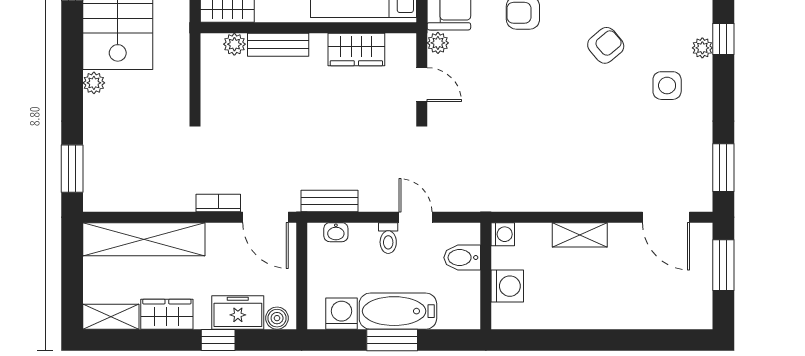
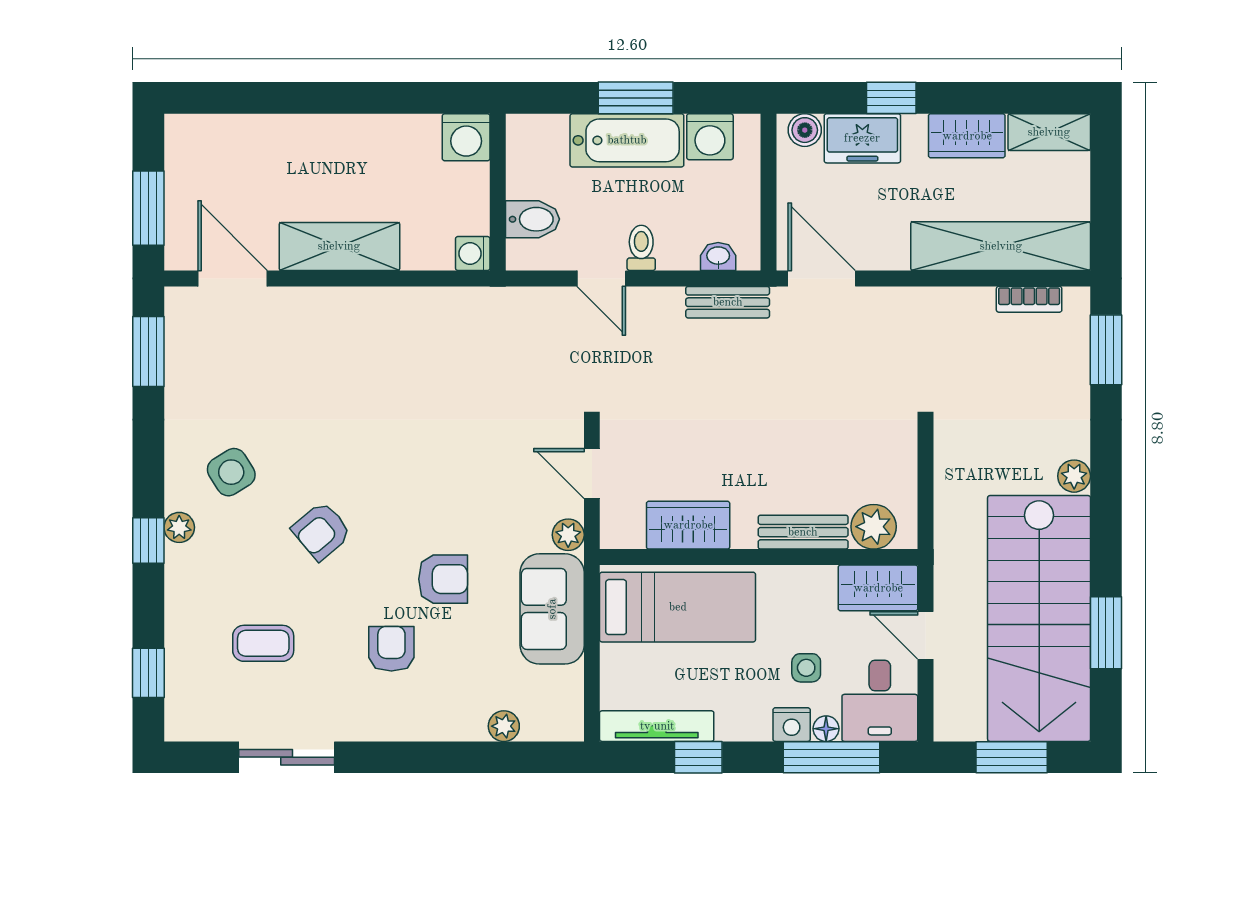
plant: (234, 44) -> (874, 527), width x1.38, depth x1.38
side table: (667, 86) -> (231, 472), turned -32
bookcase: (218, 203) -> (1029, 299), moved
shelving: (580, 235) -> (339, 246), width x1.50, depth x1.33
washing machine: (507, 286) -> (466, 137), moved, turned -90

